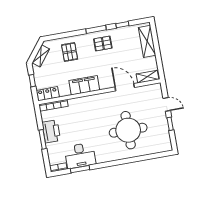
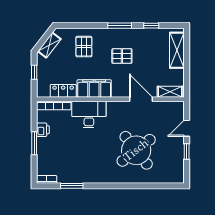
pallet: (103, 43) -> (122, 56), moved
locker: (48, 94) -> (63, 91), moved
door: (167, 104) -> (187, 128), swing flipped
round table: (128, 130) -> (136, 150), turned -38
printer: (51, 131) -> (43, 130), width x0.53, depth x0.68
desk: (80, 156) -> (89, 115), moved, turned 180

